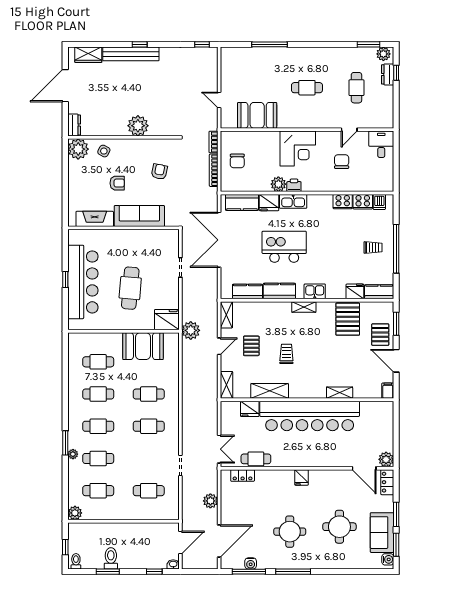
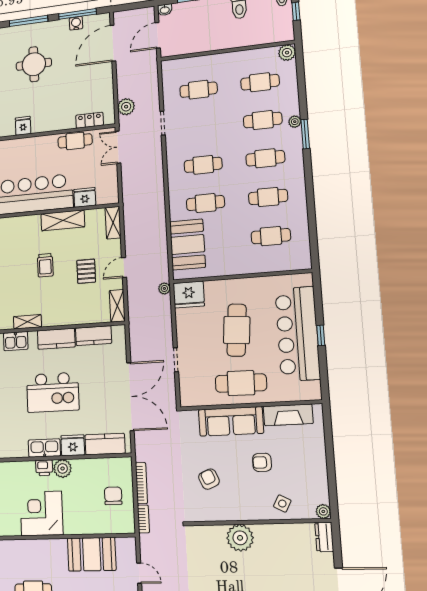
plant: (78, 149) -> (323, 511), width x0.53, depth x0.53
armchair: (159, 172) -> (209, 479), turned 146
cafe table: (130, 246) -> (241, 383), added
plant: (191, 330) -> (164, 288), width x0.53, depth x0.53
booth: (143, 346) -> (187, 245), moved, turned 90
plant: (210, 501) -> (126, 107), moved

